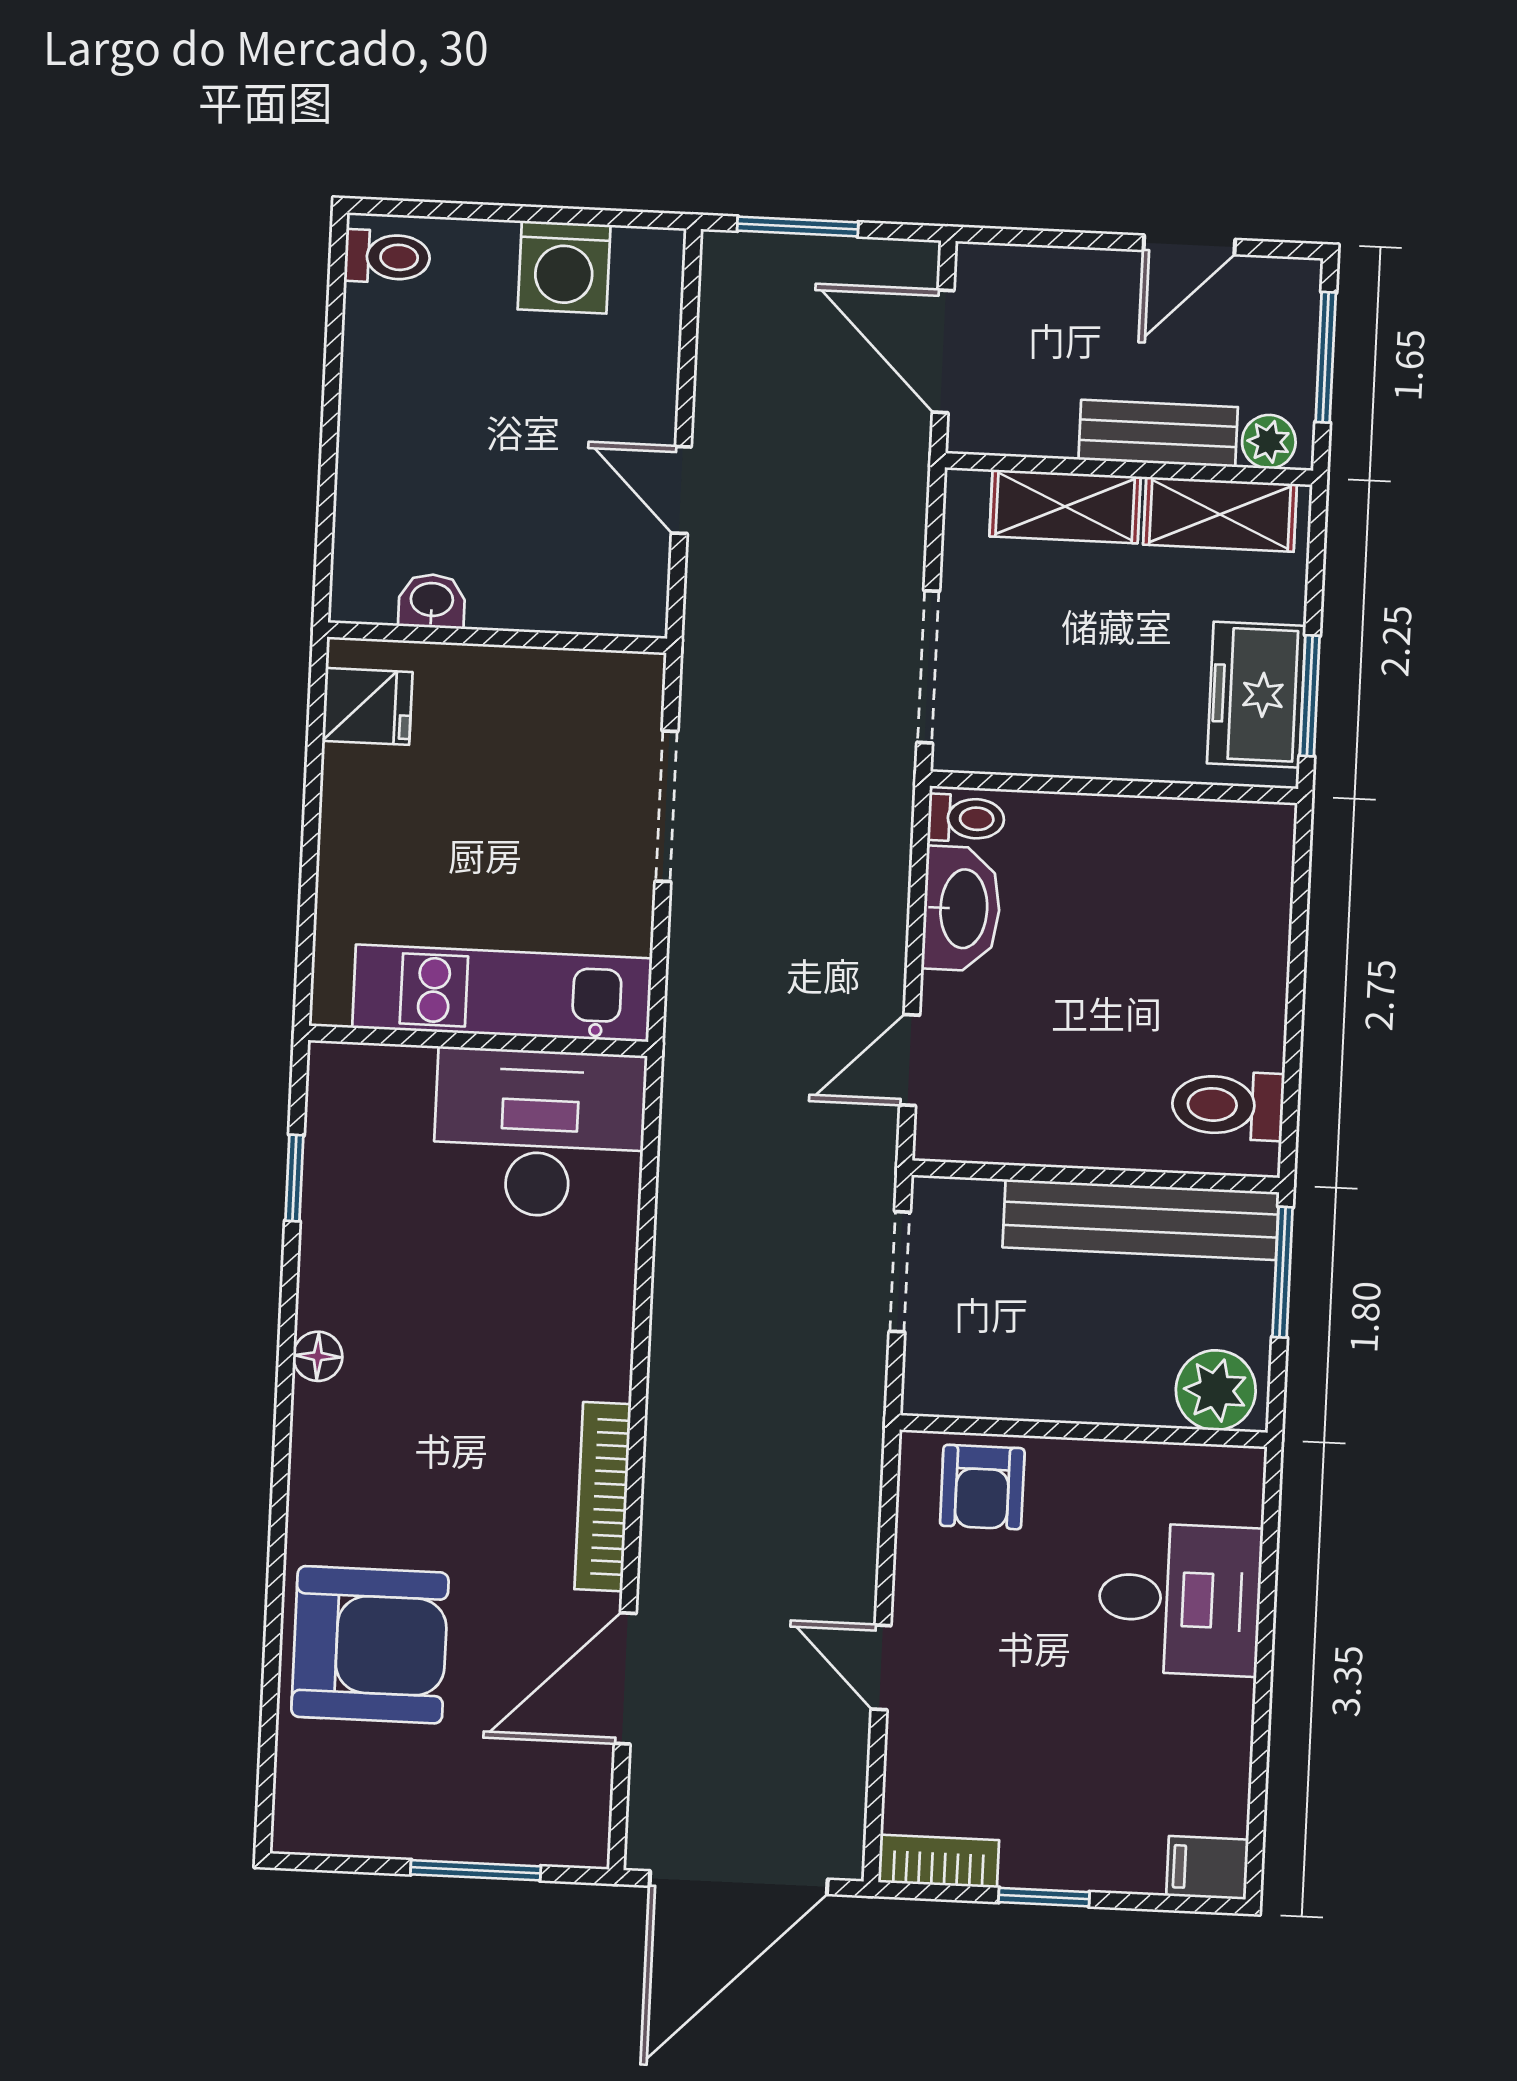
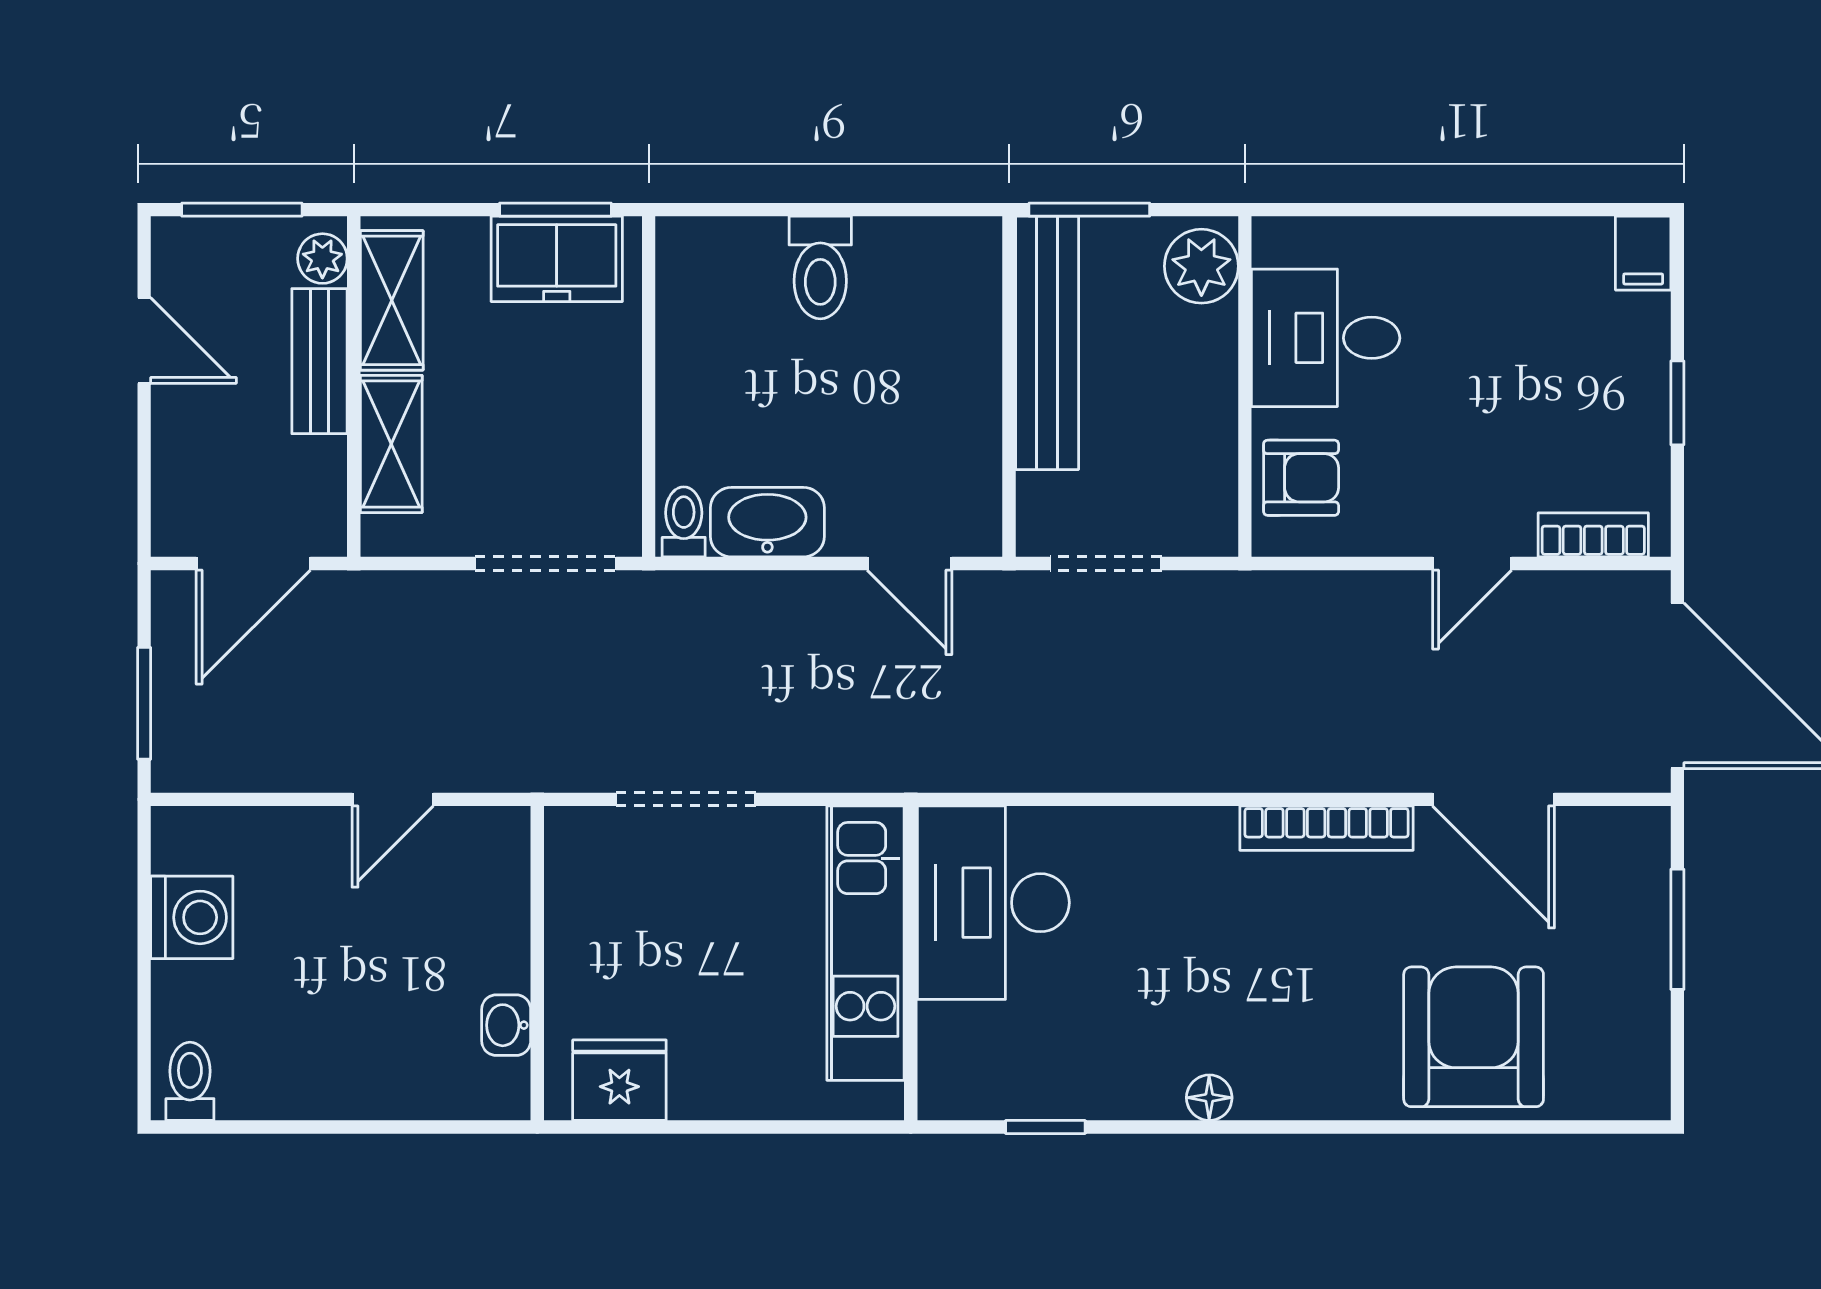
fridge: (367, 706) -> (619, 1080), width x1.38
toilet: (1228, 1105) -> (820, 267), moved
desk: (1180, 1599) -> (1326, 338), moved, turned -90
bookcase: (939, 1861) -> (1593, 535), moved, turned 90

